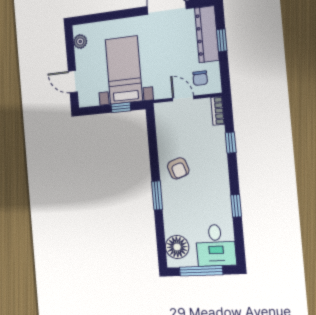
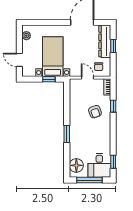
armchair: (178, 168) -> (95, 112), moved
window: (236, 206) -> (113, 162), moved

